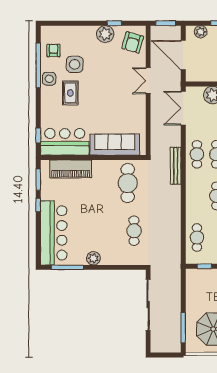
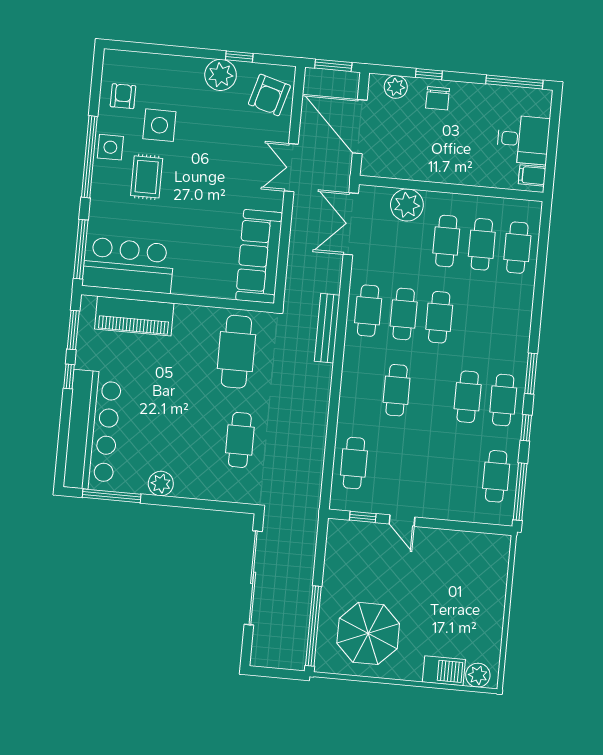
window: (38, 65) -> (89, 157), moved
window: (38, 135) -> (81, 249), width x2.17
sofa: (115, 145) -> (259, 256), moved, turned -90
window: (183, 328) -> (313, 626), width x1.46

